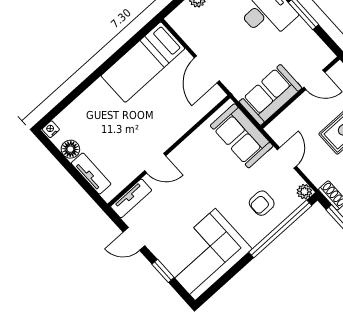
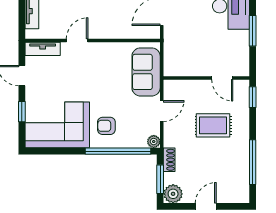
sofa: (270, 95) -> (187, 63), removed
door: (155, 163) -> (77, 41), swing flipped
armchair: (262, 203) -> (106, 126), moved

